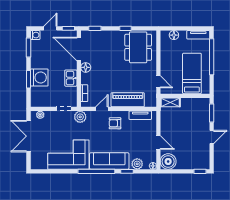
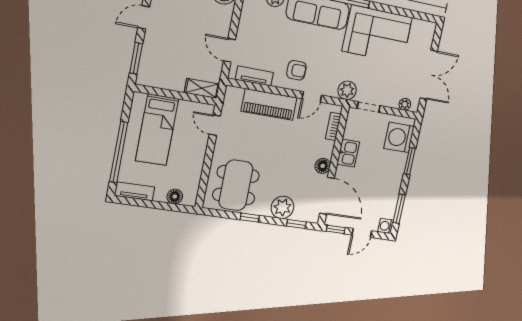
plant: (106, 38) -> (283, 207), added
washing machine: (39, 78) -> (399, 137), moved
door: (158, 143) -> (229, 50), moved

